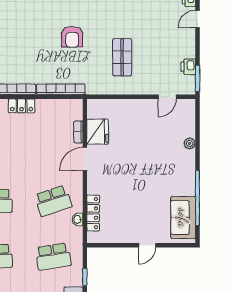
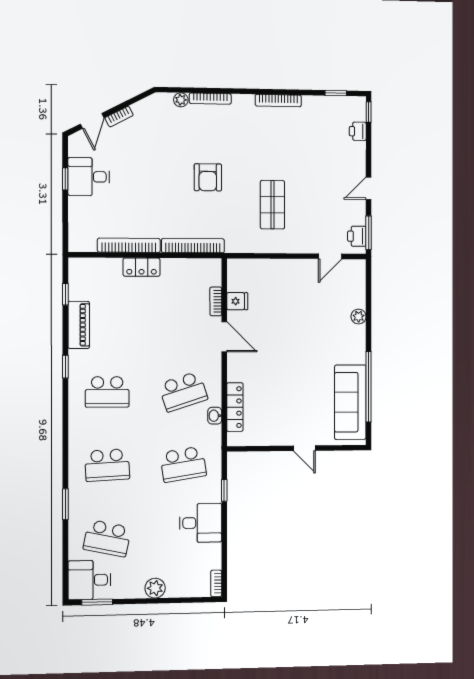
door: (198, 19) -> (369, 188), moved
printer: (188, 67) -> (357, 236), moved
fridge: (98, 132) -> (237, 301), width x0.53, depth x0.75
door: (85, 159) -> (224, 337), swing flipped
sofa: (183, 218) -> (350, 402), width x1.36
door: (147, 245) -> (304, 448), hinge flipped

